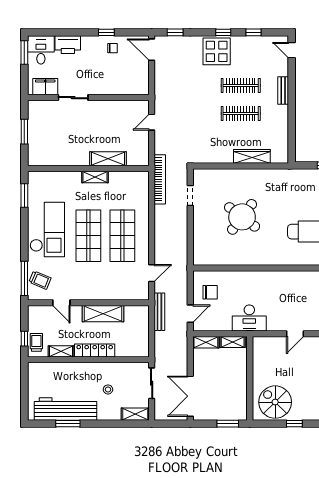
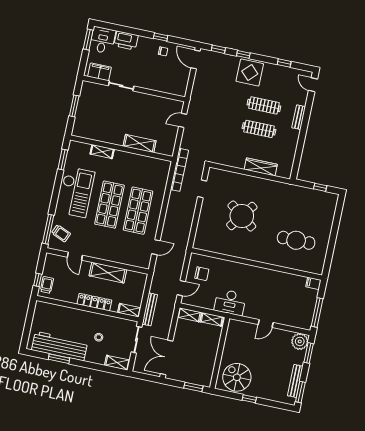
window: (223, 32) -> (243, 54), moved
shelving: (95, 177) -> (102, 152), moved
bench: (159, 312) -> (150, 309), moved
shelving: (61, 351) -> (129, 310), moved

